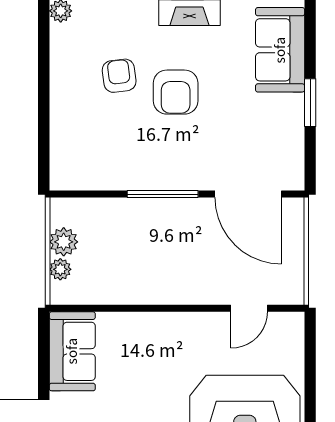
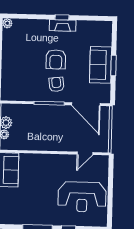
sofa: (280, 50) -> (101, 65), moved
armchair: (119, 76) -> (56, 84), moved

